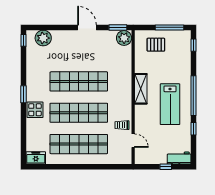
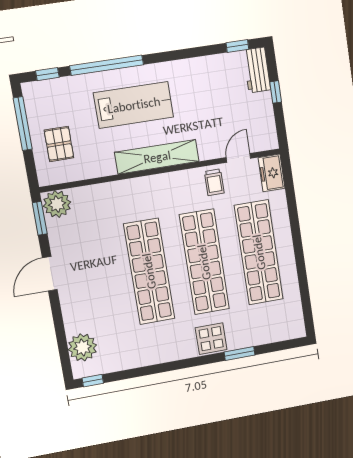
shelving: (141, 89) -> (157, 157), width x1.47
window: (24, 94) -> (239, 353), moved
window: (193, 96) -> (107, 65), moved
lab bench: (170, 104) -> (134, 105), moved
window: (193, 129) -> (237, 46), moved
freezer: (36, 158) -> (272, 173), moved

